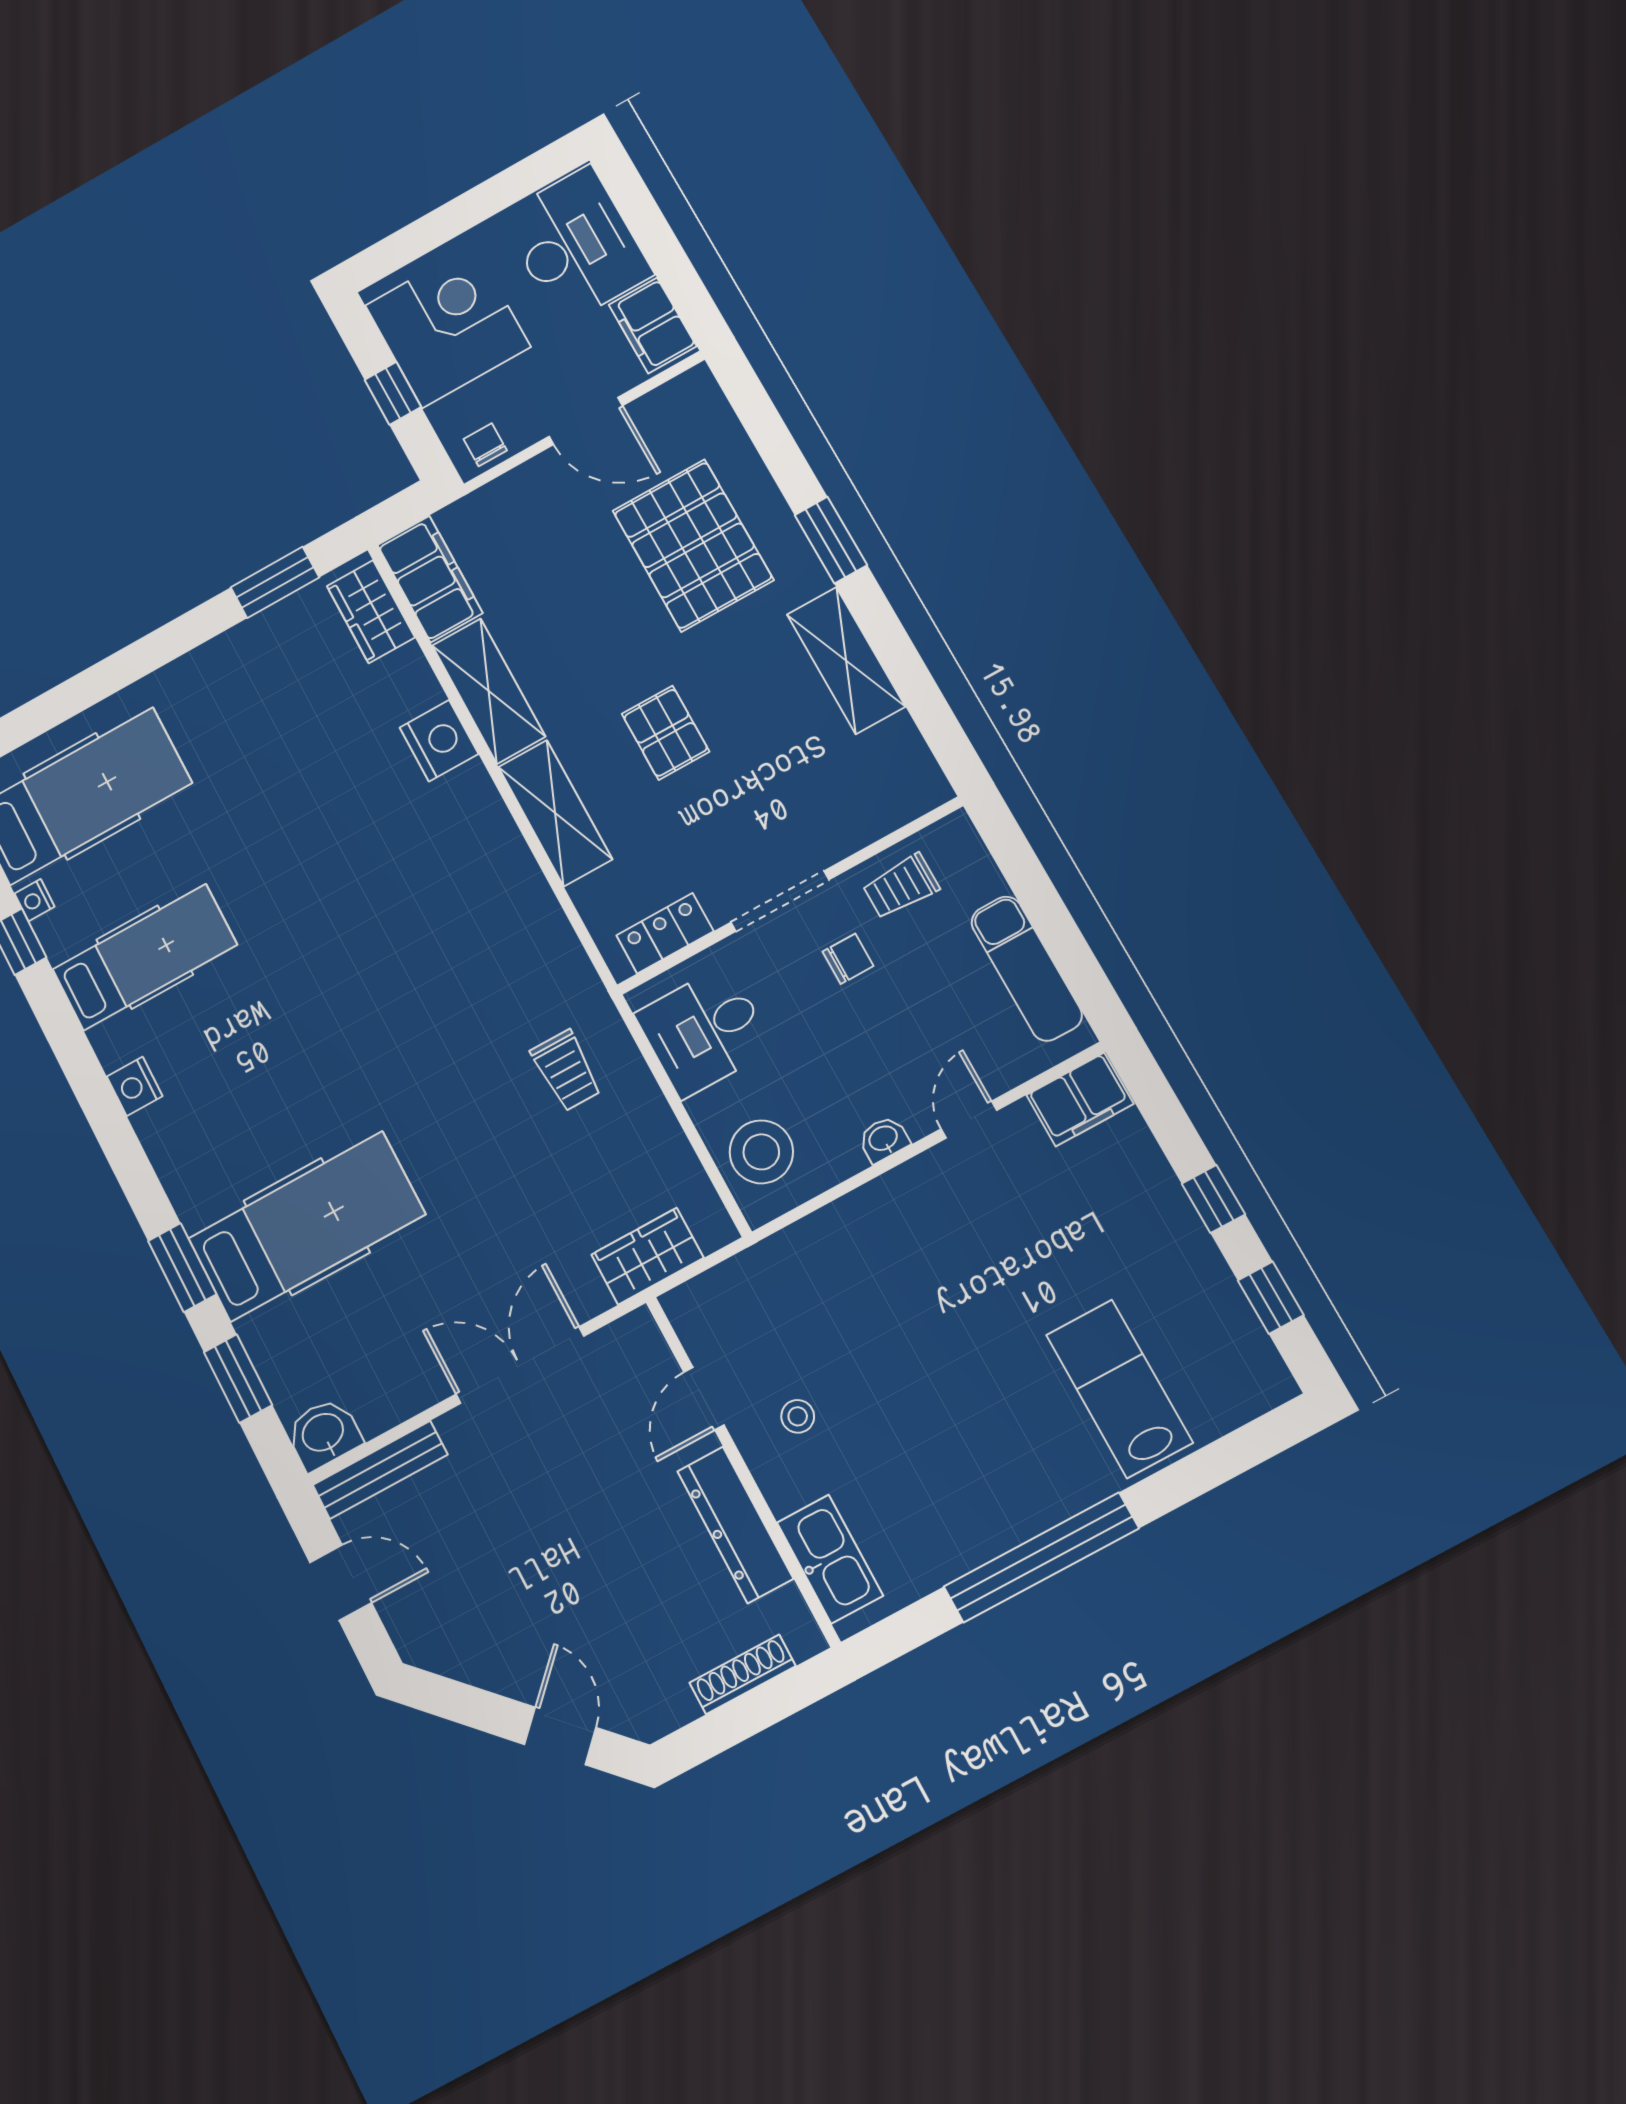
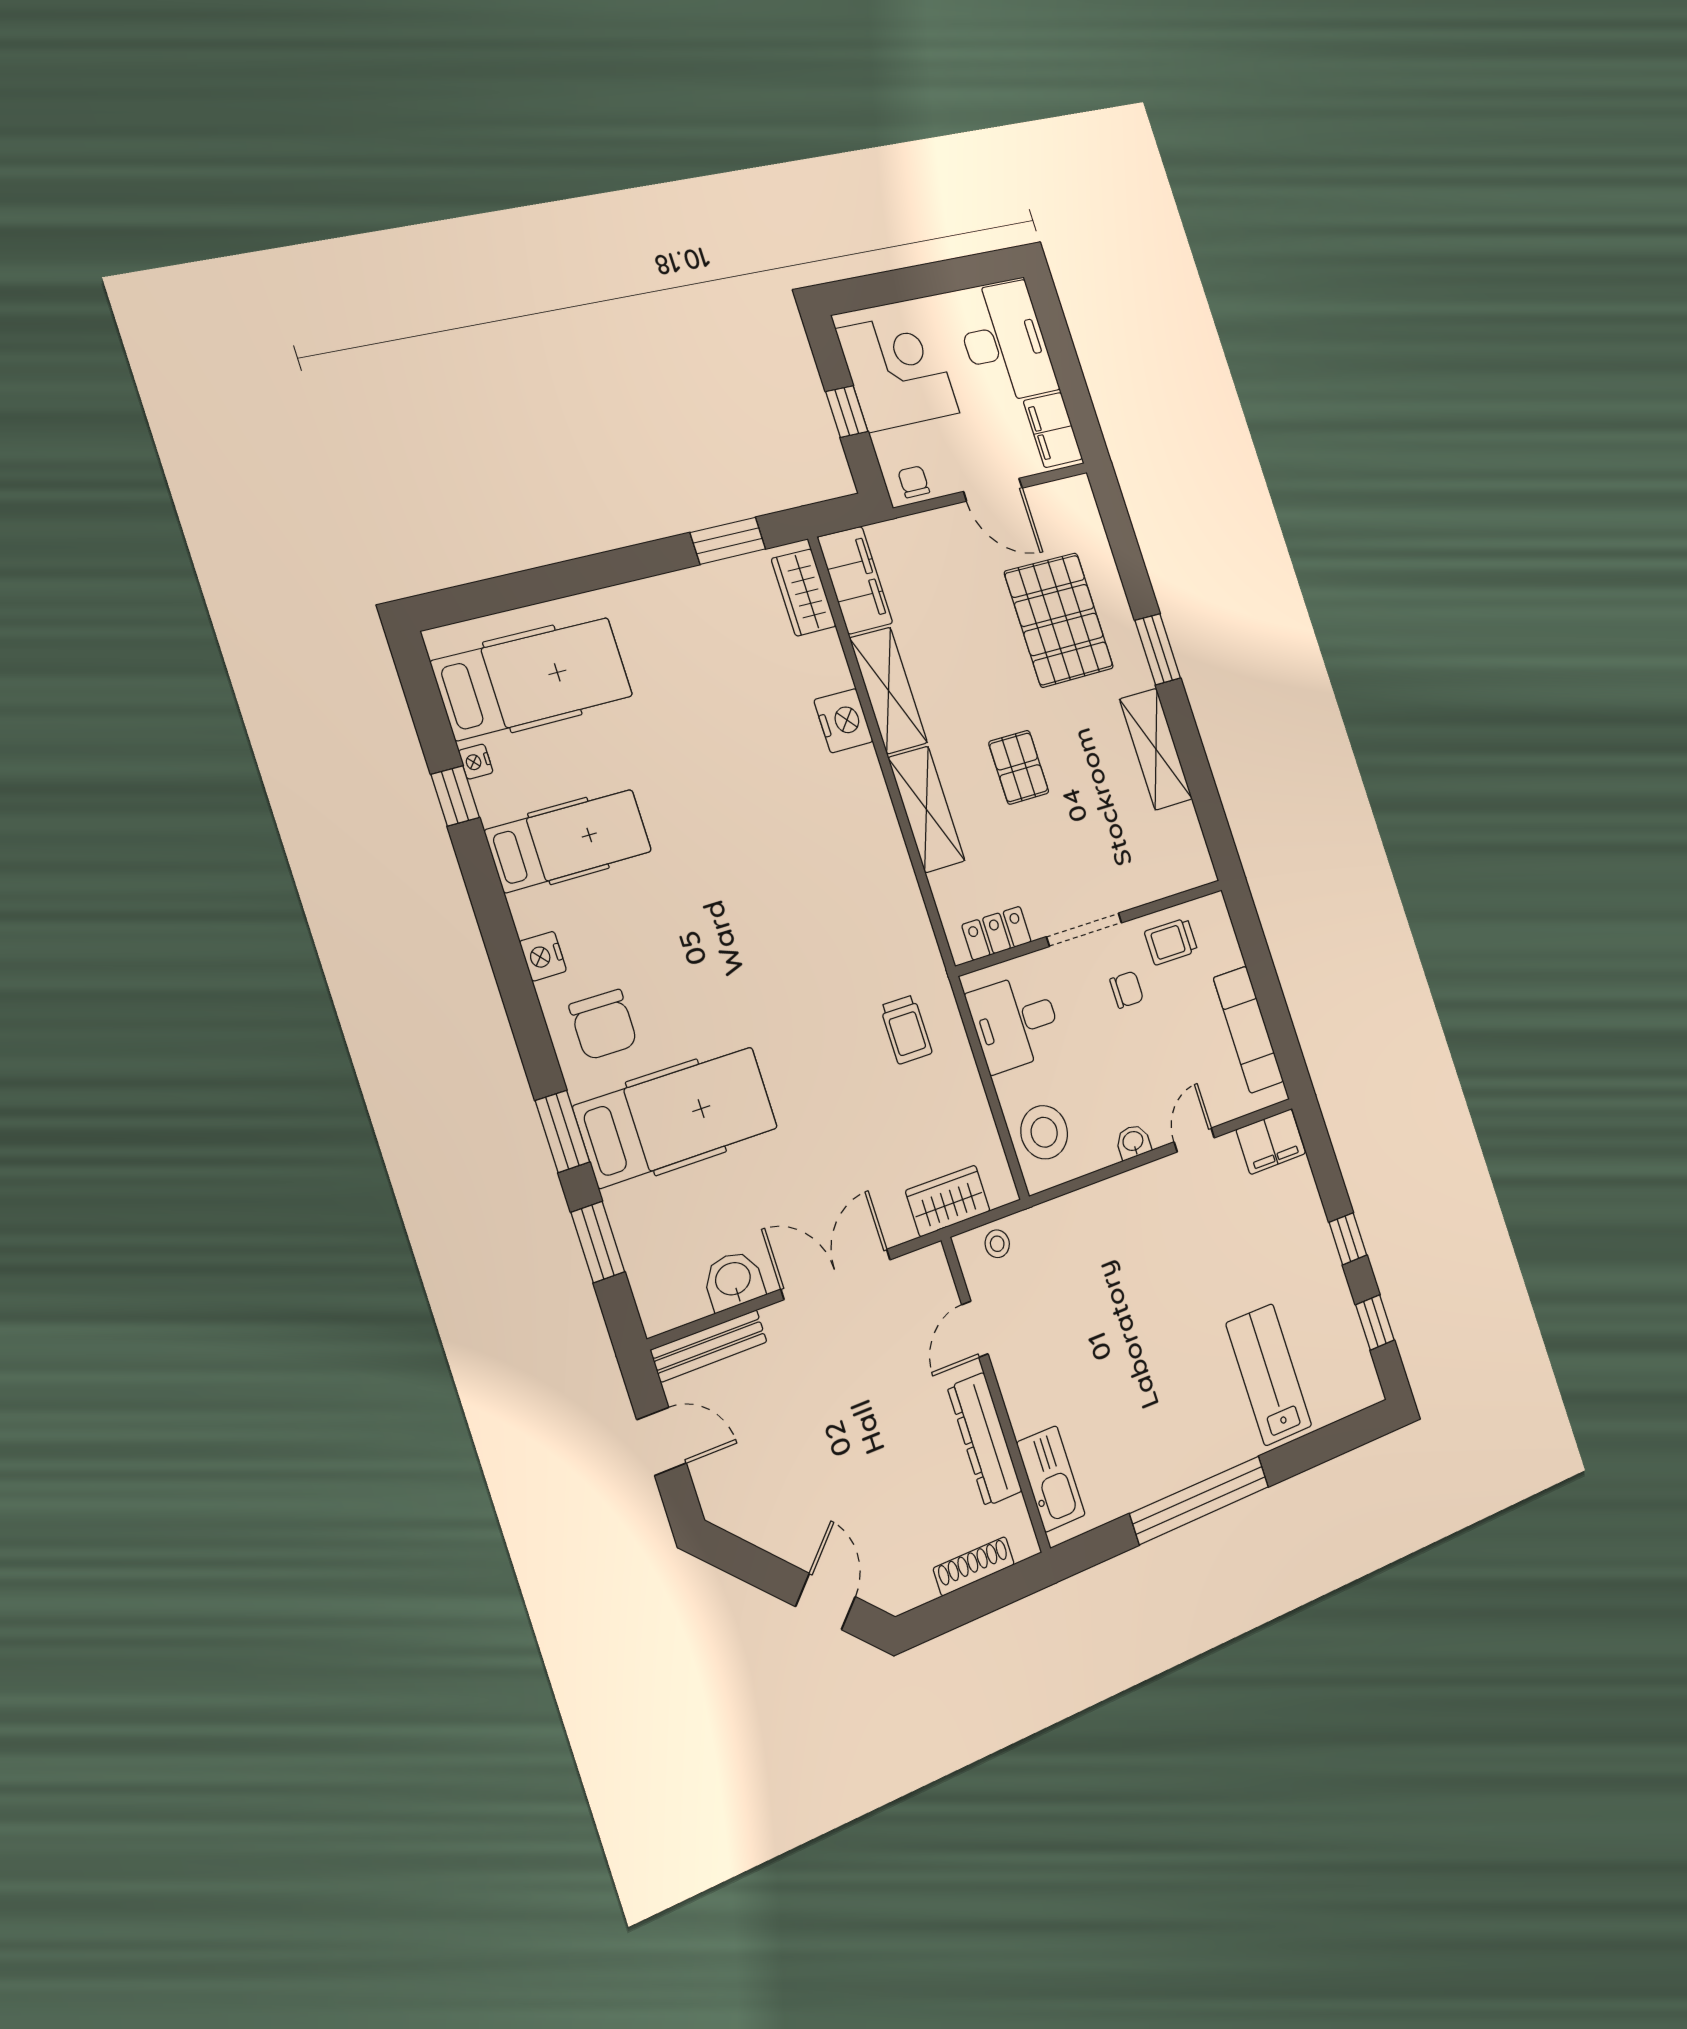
chair: (211, 1144) -> (603, 1025), added
stool: (798, 1416) -> (997, 1244), moved
washbasin: (324, 1434) -> (733, 1280), moved

